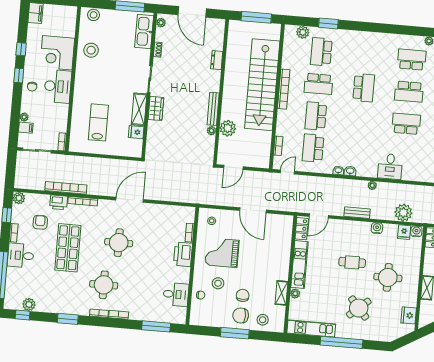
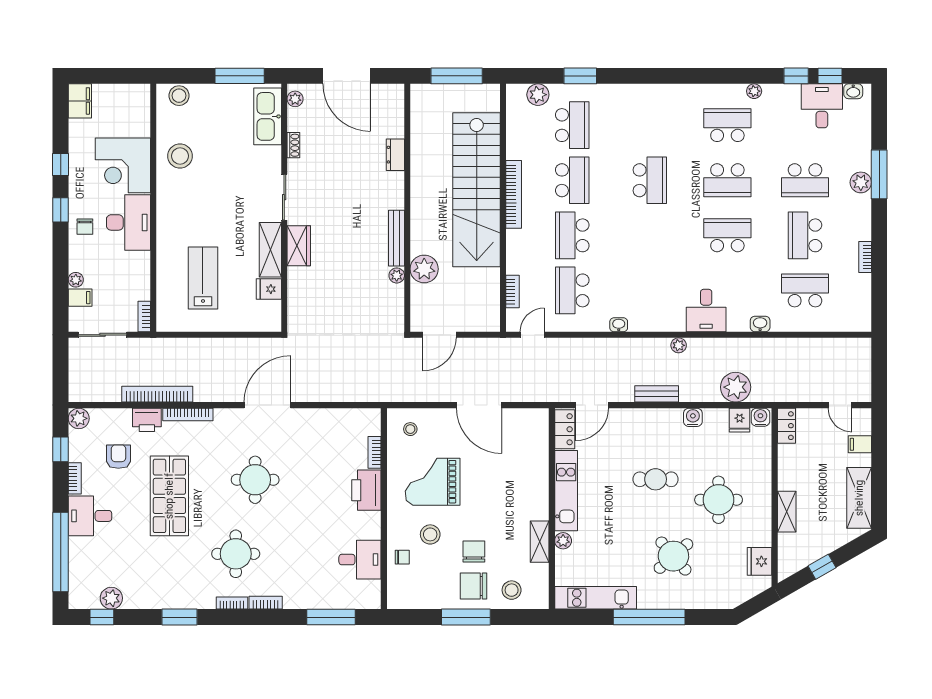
school desk: (321, 52) -> (572, 125), turned 180
school desk: (319, 84) -> (572, 180), turned -90
washbasin: (350, 171) -> (760, 324), moved

